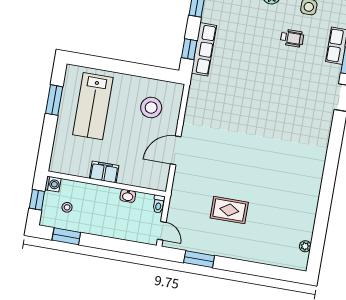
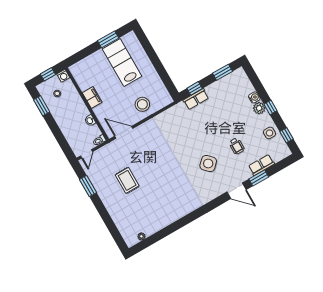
wheelchair: (292, 38) -> (237, 146), moved
row of seats: (204, 49) -> (196, 99), width x0.68
side table: (286, 104) -> (208, 163), added
lab bench: (93, 106) -> (122, 63), turned 90
stool: (151, 108) -> (142, 104), moved
door: (176, 150) -> (124, 132), moved

